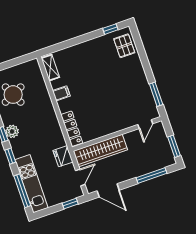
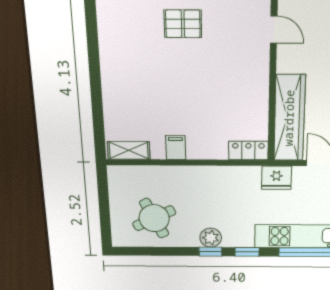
window: (110, 29) -> (92, 33), removed
pallet: (124, 46) -> (183, 24), moved
locker: (72, 129) -> (248, 151), width x0.66

